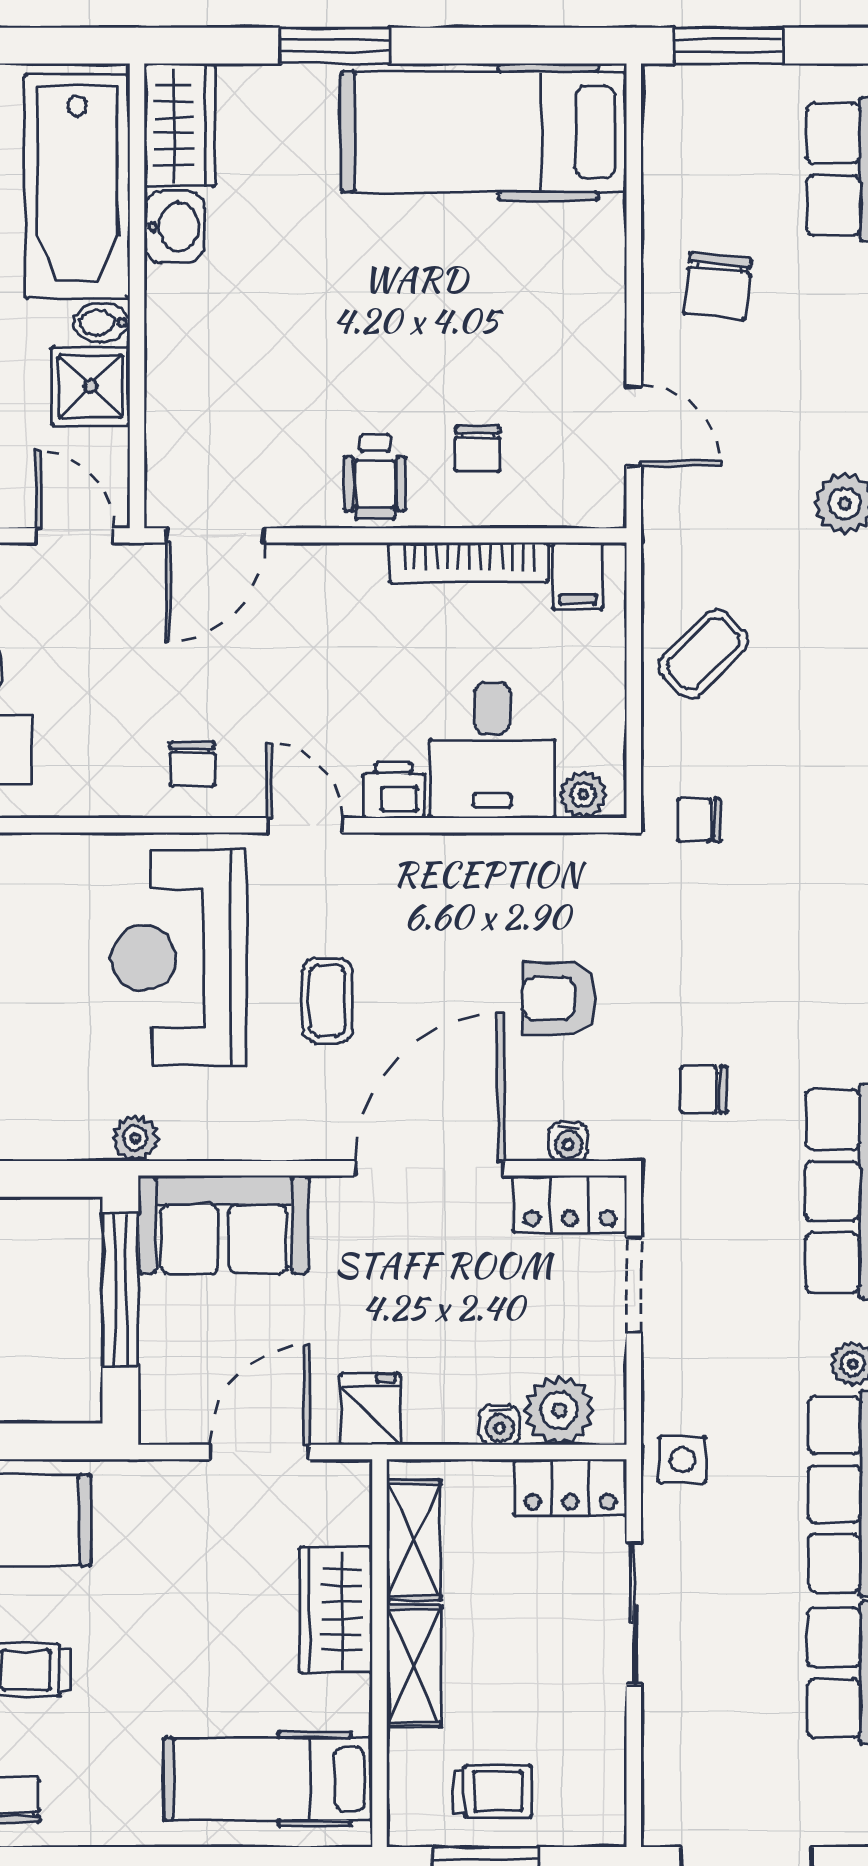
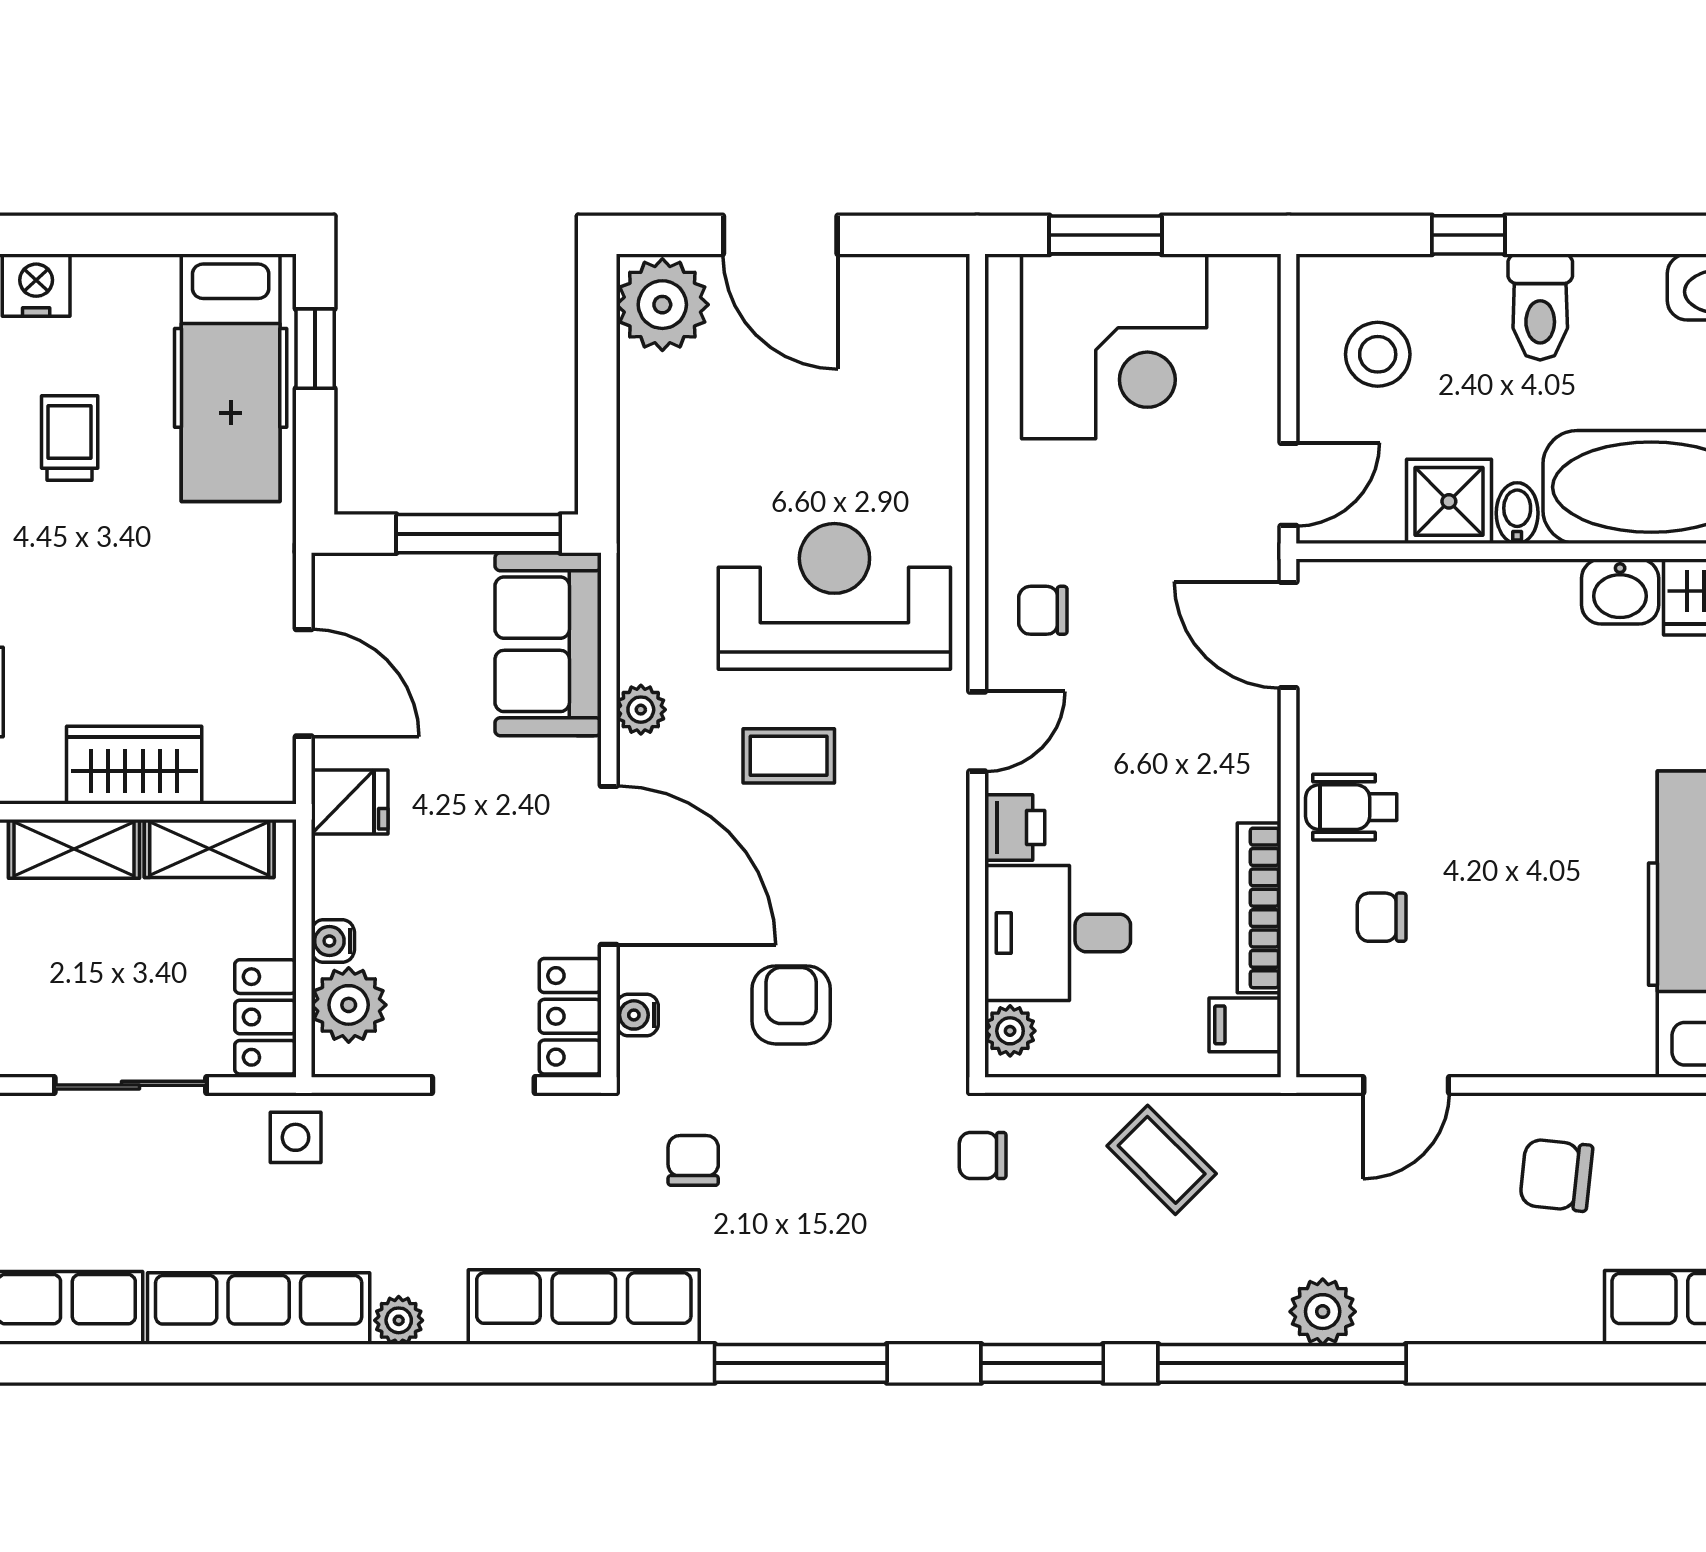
chair: (699, 820) -> (983, 1155), turned -90
plant: (135, 1138) -> (641, 710), moved

